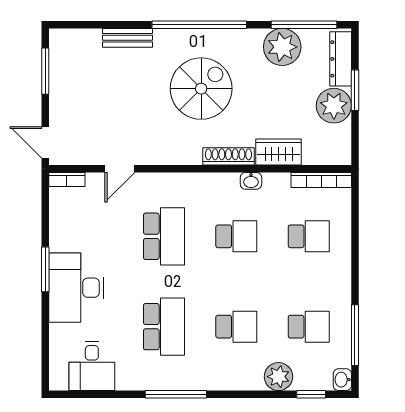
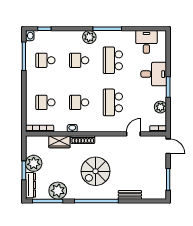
plant: (62, 226) -> (160, 107), added
desk: (76, 288) -> (154, 74), width x0.73
plant: (278, 377) -> (89, 37), moved

